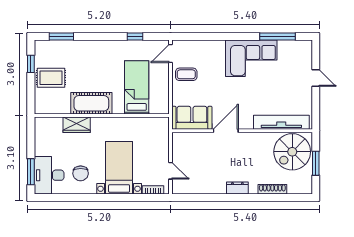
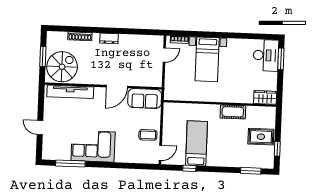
bed: (137, 87) -> (197, 143), moved, turned 180
cot: (91, 103) -> (233, 112), width x0.73, depth x0.75
wardrobe: (77, 125) -> (265, 97), moved
door: (171, 171) -> (164, 55), swing flipped
chair: (81, 173) -> (239, 56), removed

